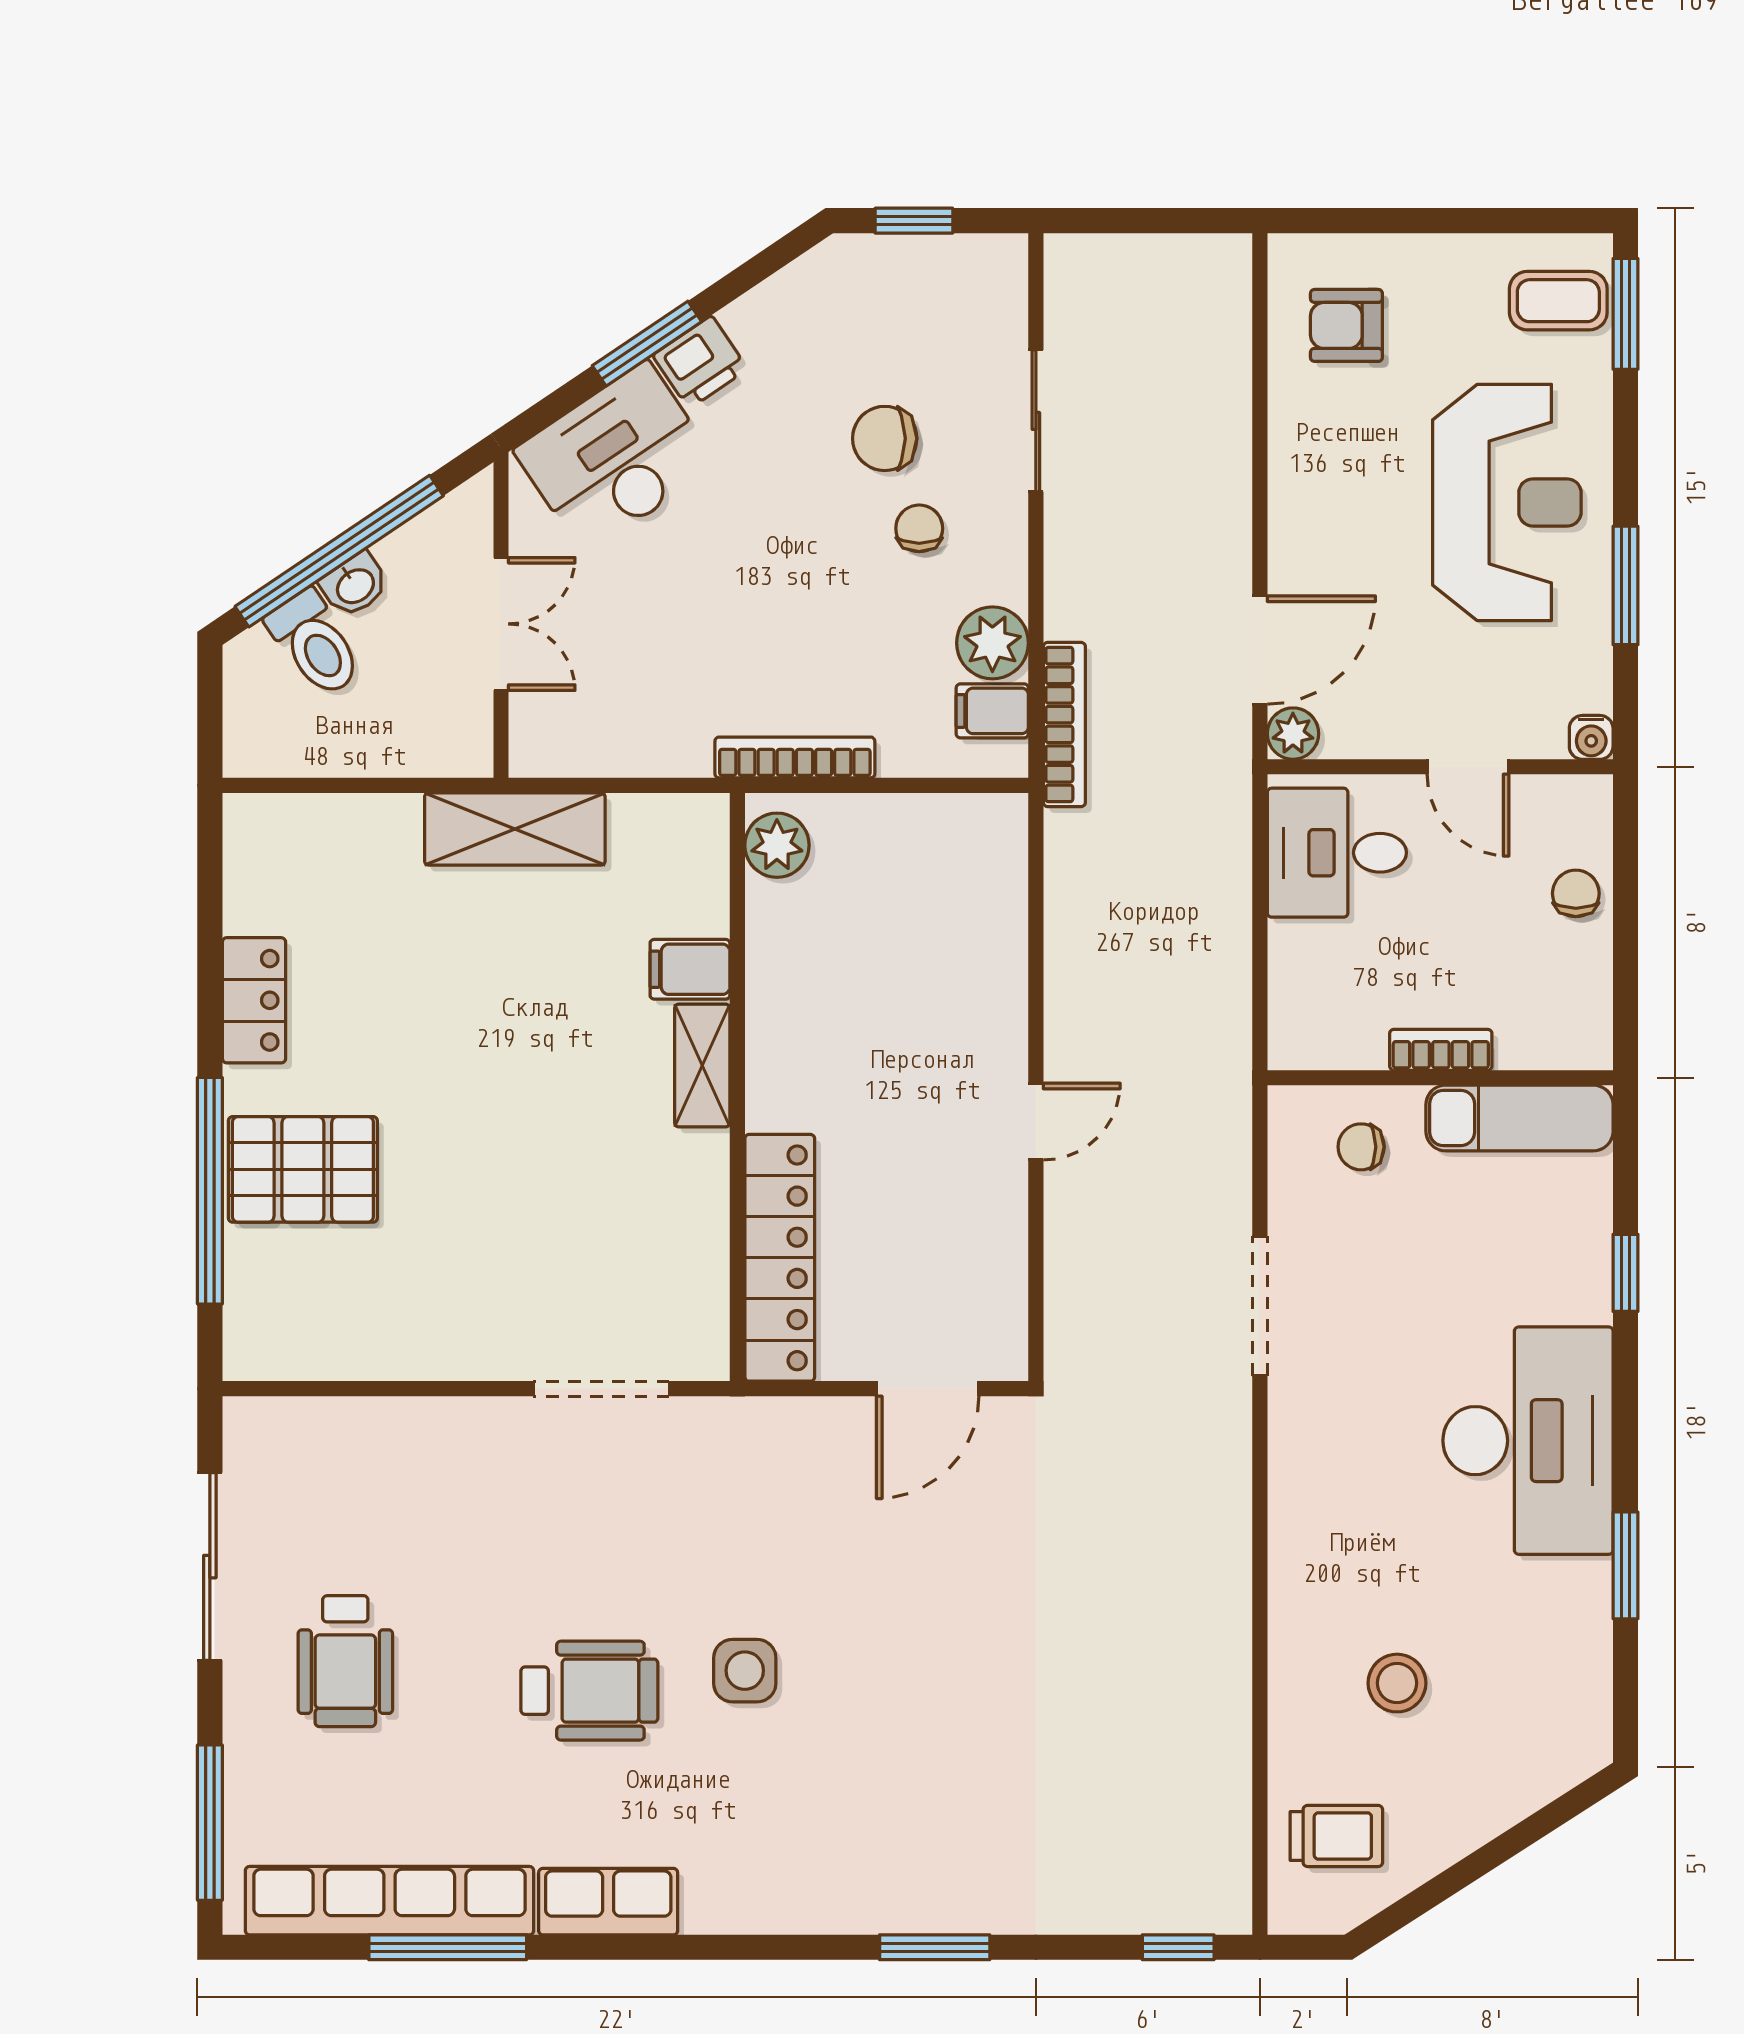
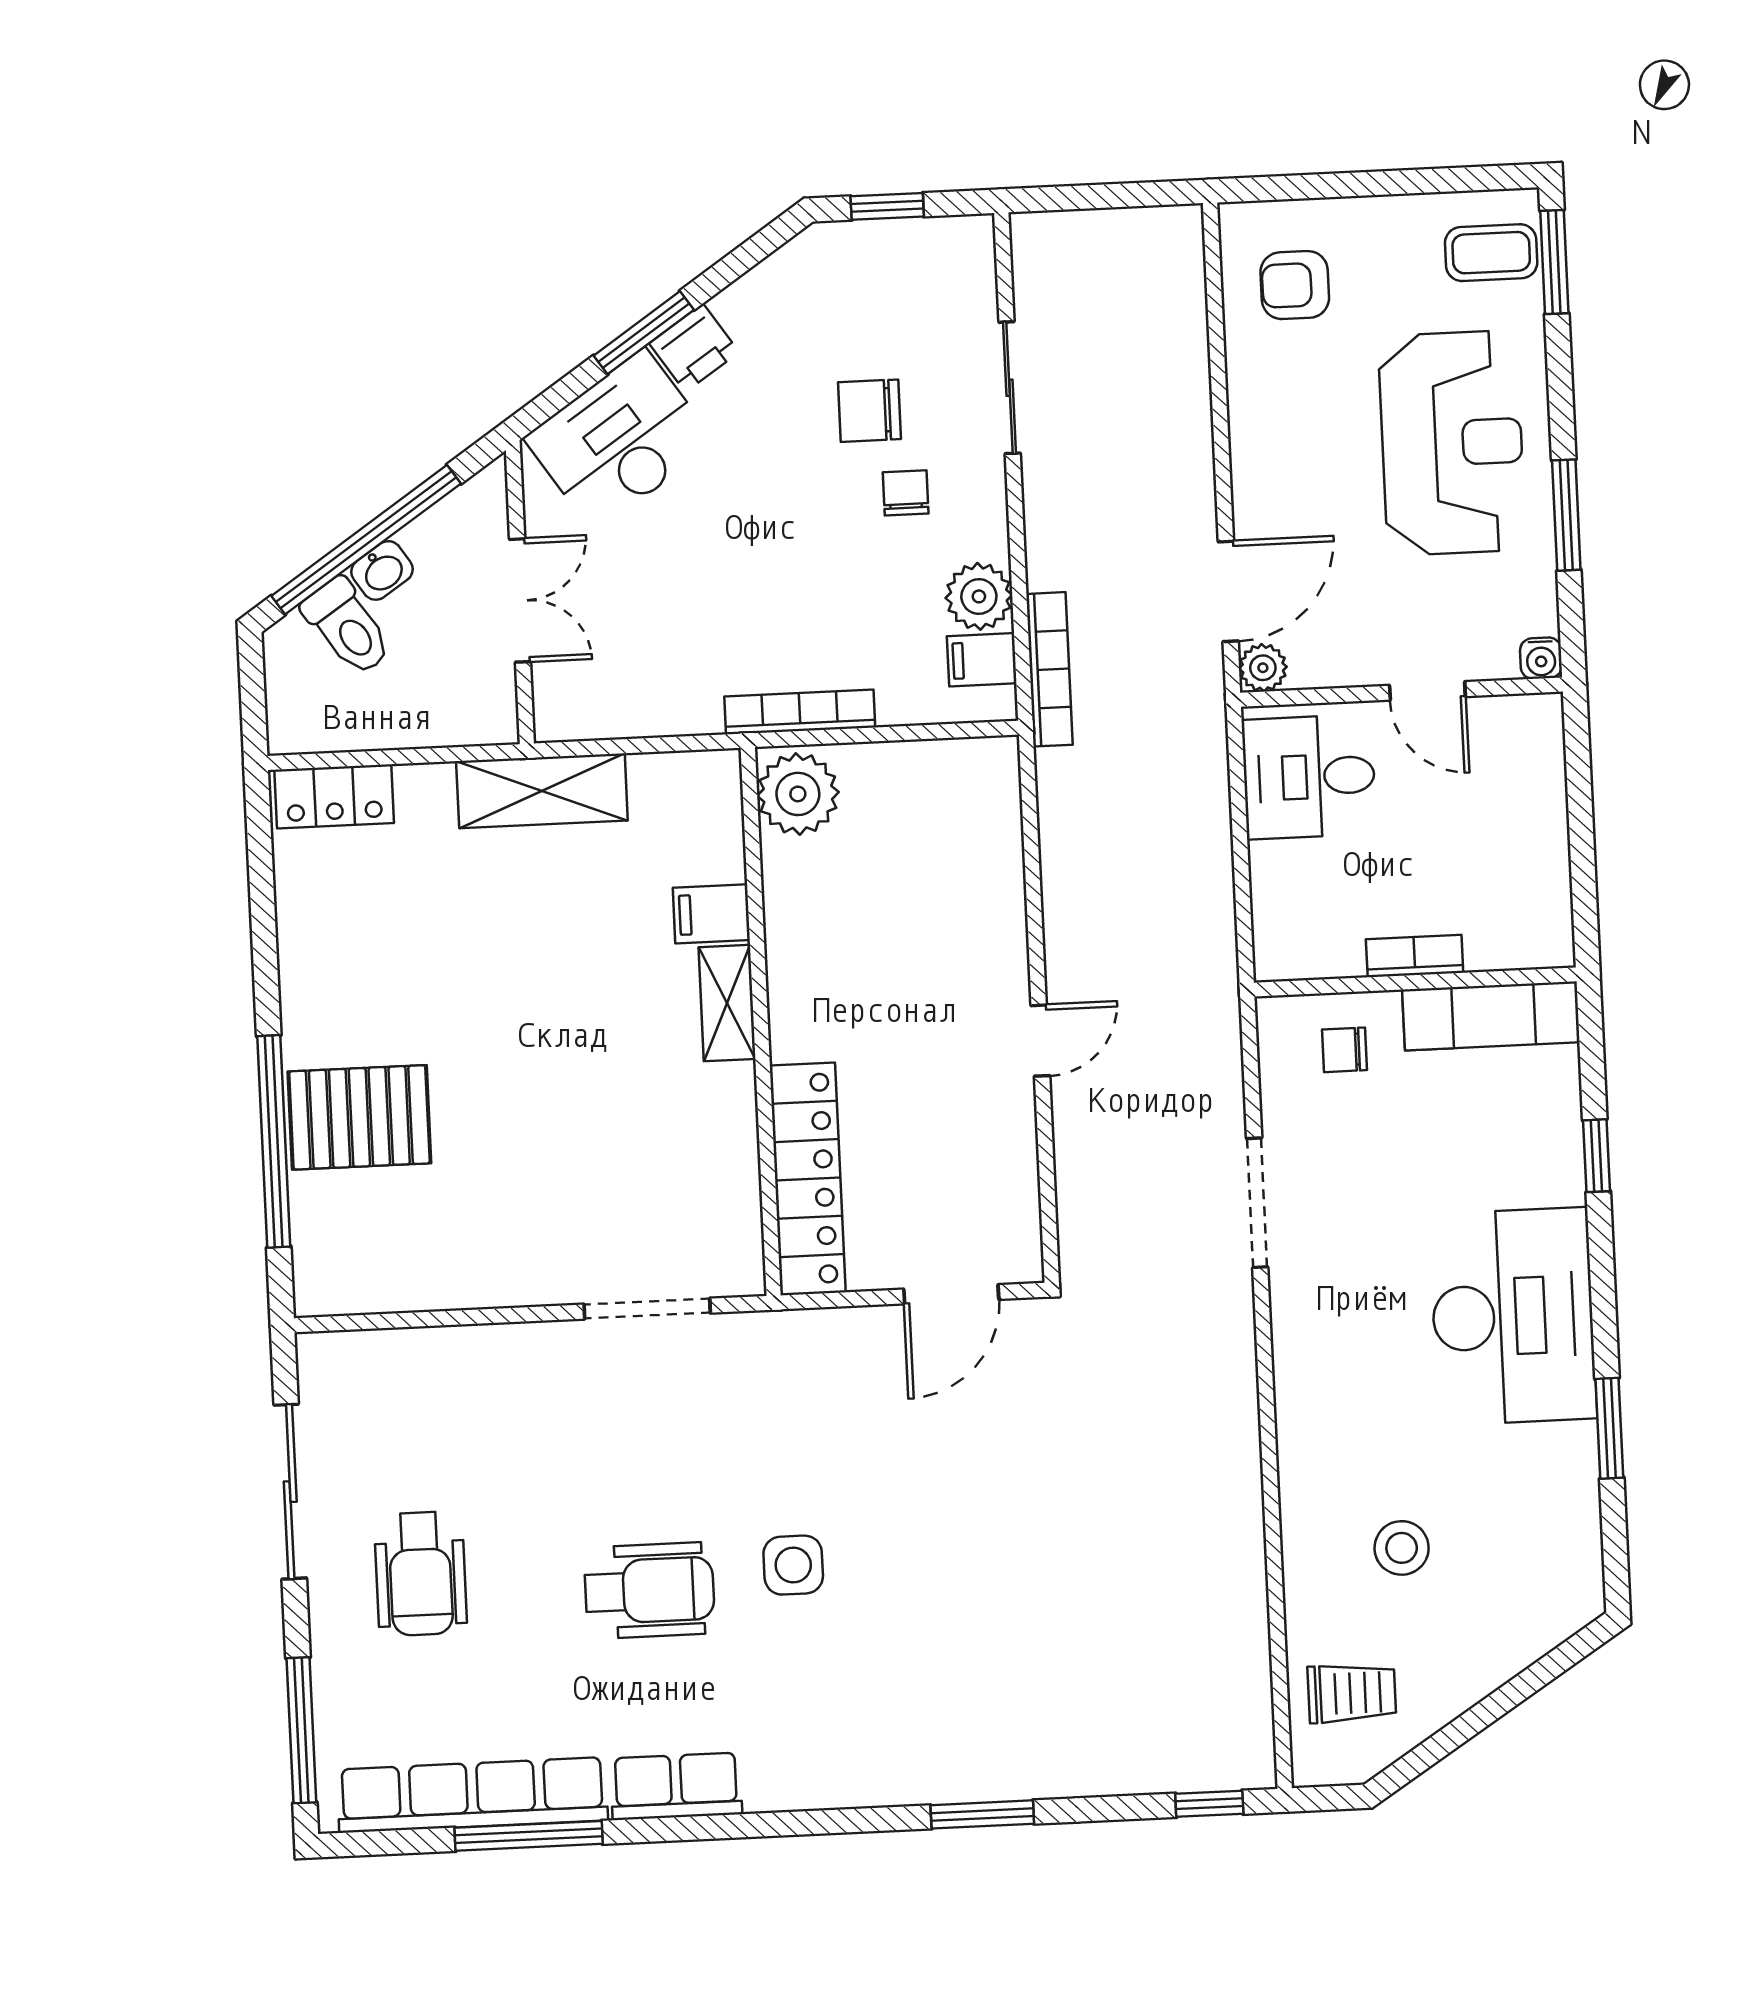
plant: (777, 845) -> (798, 794), width x1.36, depth x1.36
chair: (1576, 893) -> (1533, 804), removed
locker: (254, 1000) -> (334, 796), moved, turned 90

